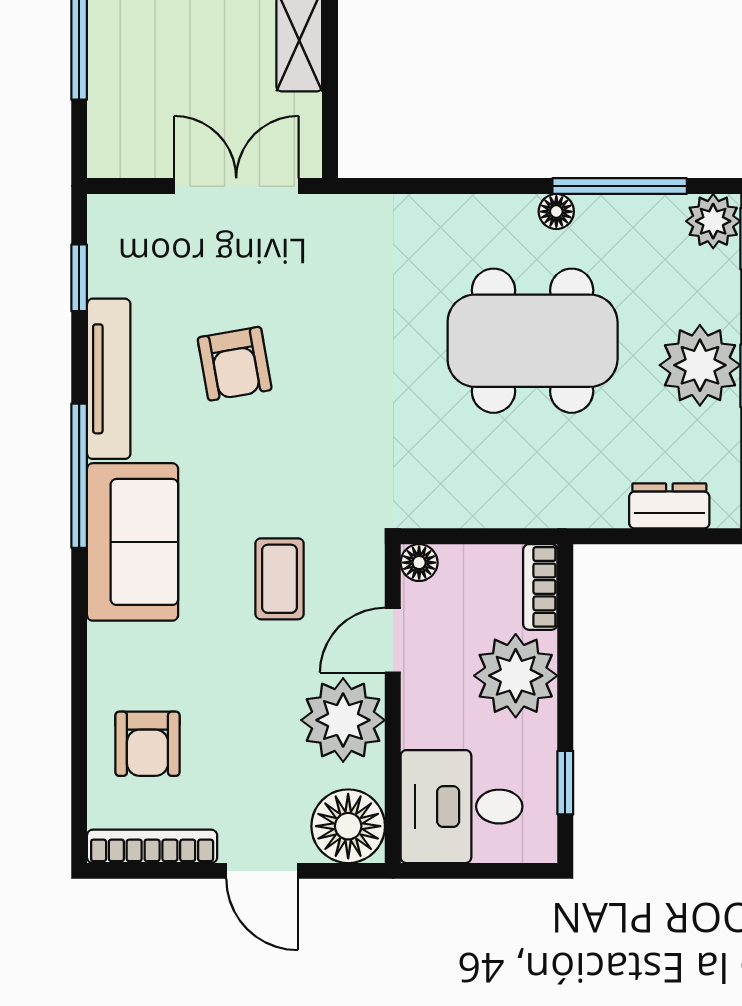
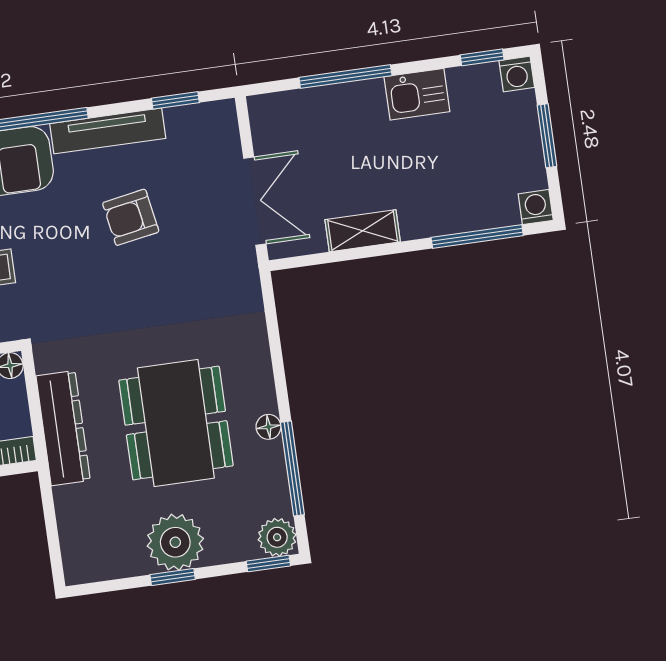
dresser: (669, 506) -> (63, 428), moved, width x1.96, depth x1.24

